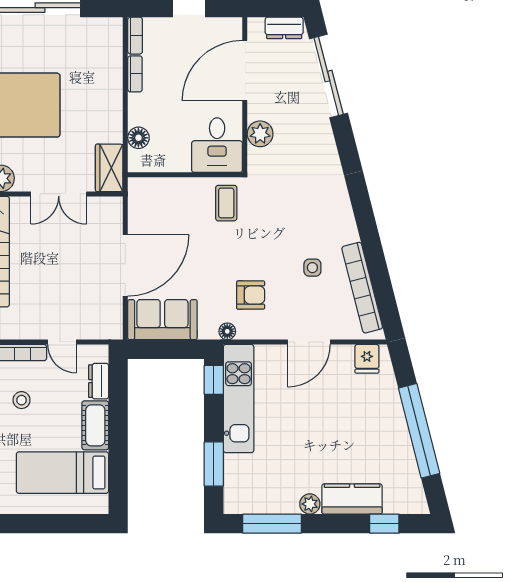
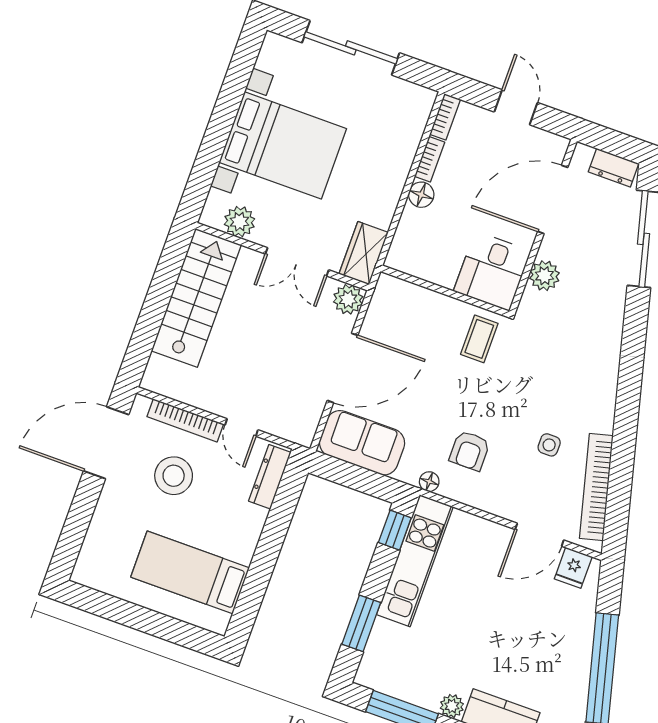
floor lamp: (138, 138) -> (421, 195), moved
plant: (110, 209) -> (348, 299), added
armchair: (251, 295) -> (470, 451), turned 90
door: (309, 342) -> (539, 535), moved
dresser: (99, 381) -> (270, 477), width x1.44
stool: (22, 400) -> (174, 476), width x1.89, depth x1.89
cot: (95, 425) -> (245, 533), removed

